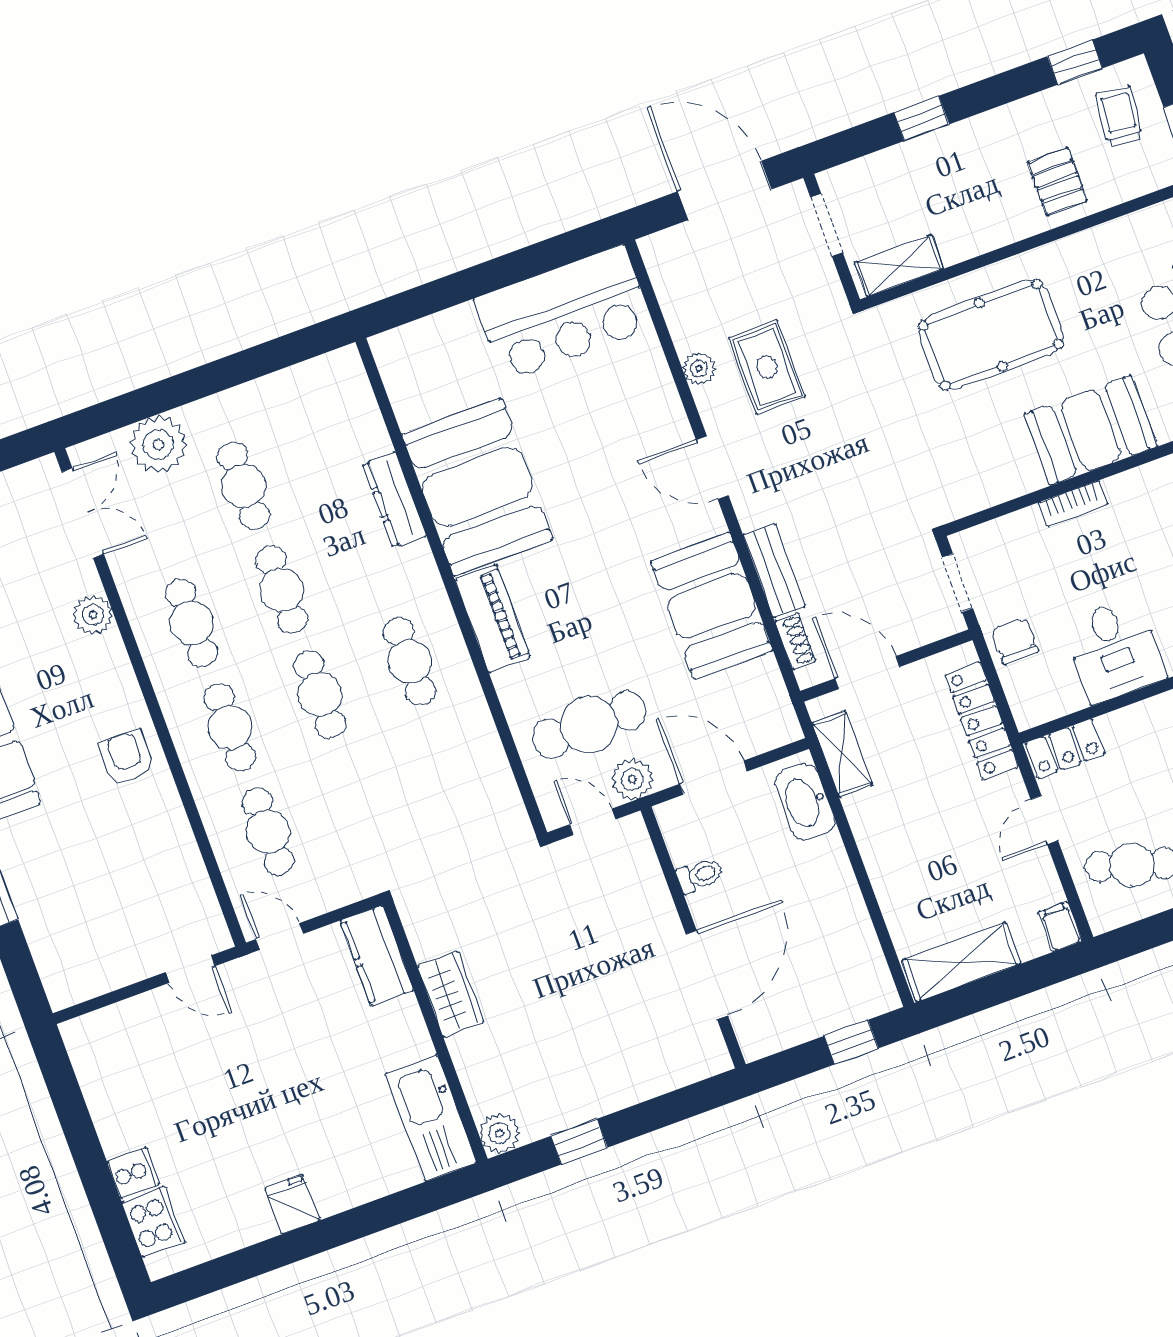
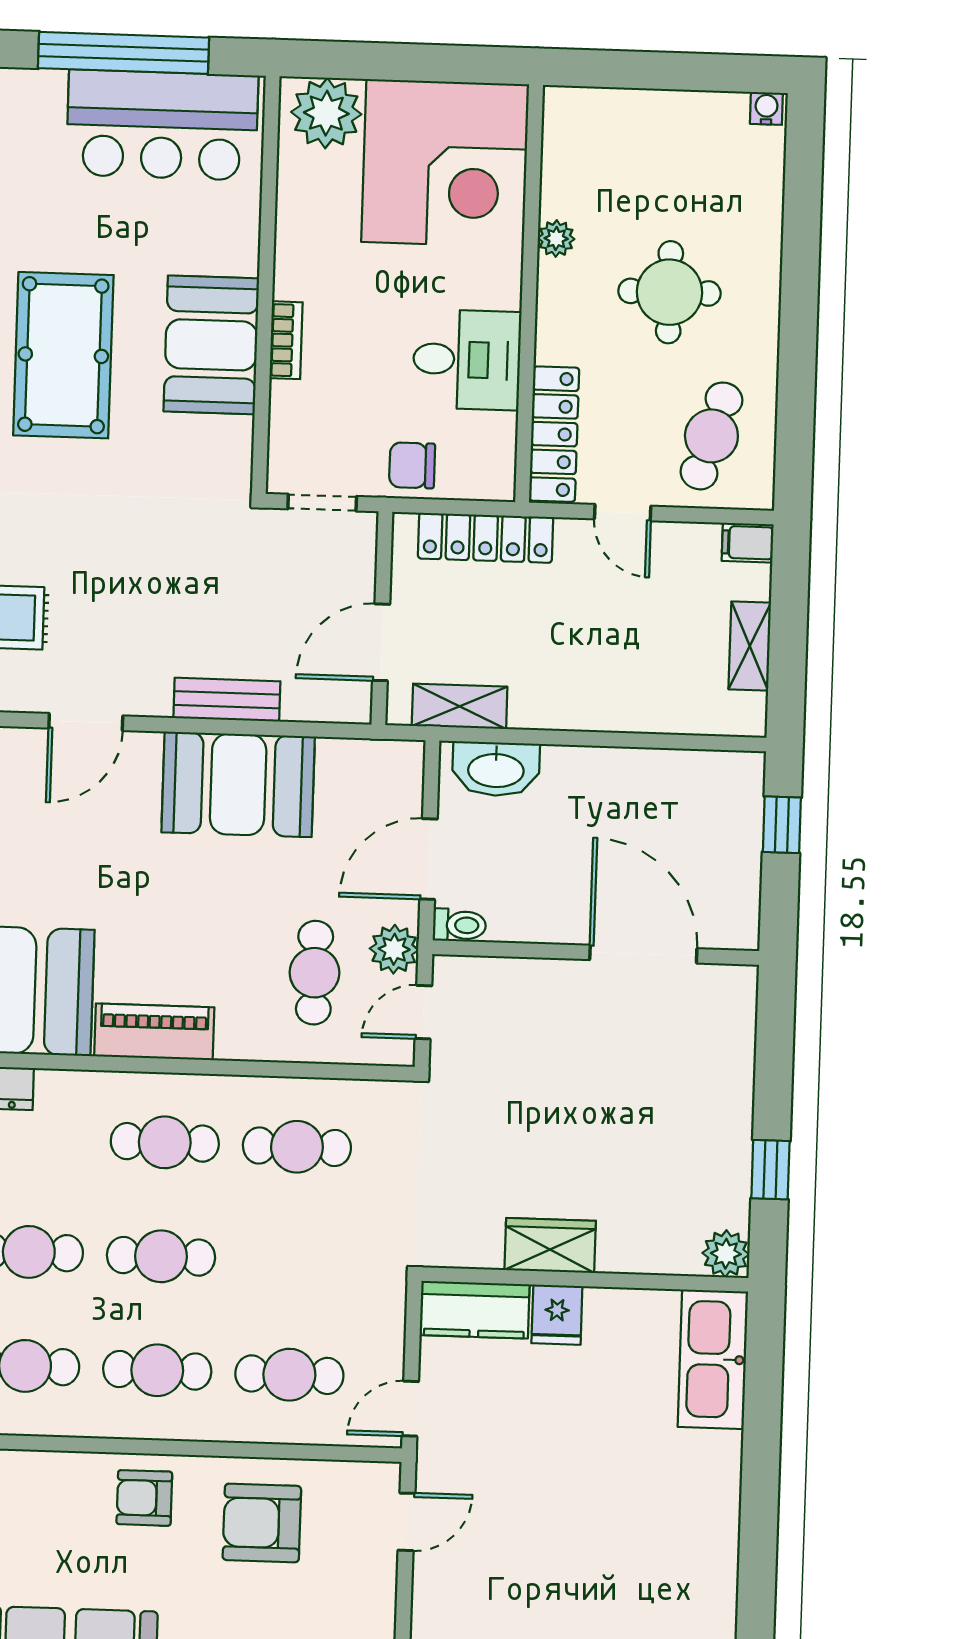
booth: (1091, 430) -> (211, 345), moved
shoe rack: (795, 641) -> (314, 708), removed
cafe table: (589, 725) -> (315, 973), width x0.73, depth x0.74
locker: (1065, 749) -> (554, 434), width x1.53
cafe table: (448, 766) -> (297, 1147), added
armchair: (144, 857) -> (262, 1523), added
toilet: (700, 875) -> (459, 925), moved, turned 90
shelving: (961, 962) -> (750, 646), width x0.67, depth x0.75
kitchen sink: (431, 1118) -> (713, 1359), moved, turned 90
fridge: (292, 1204) -> (557, 1315), moved, turned -90

